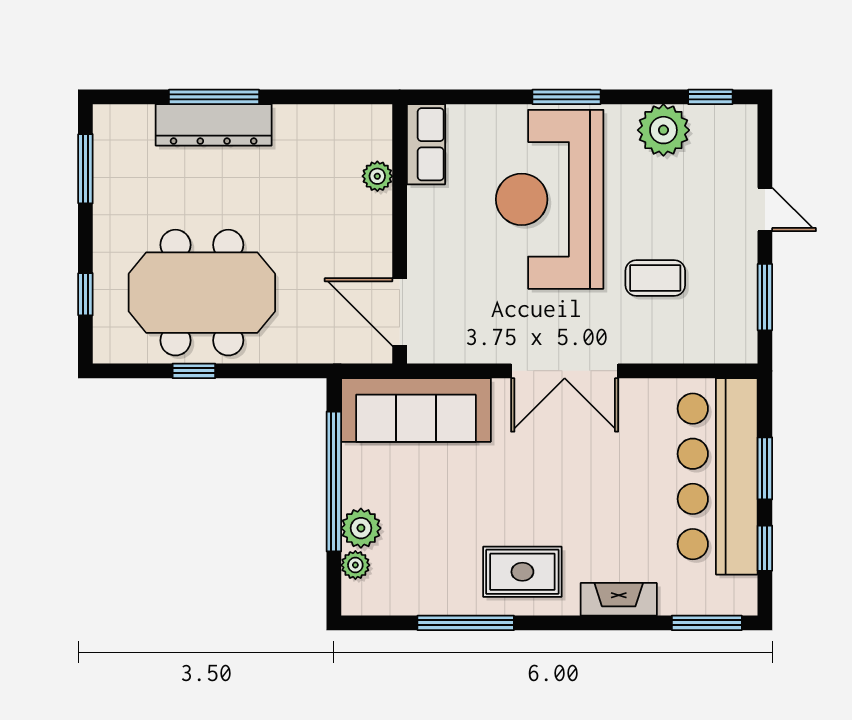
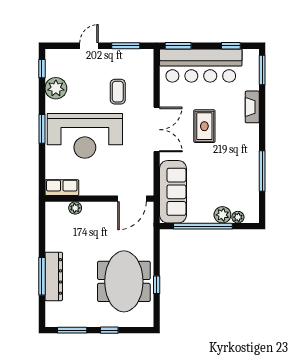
window: (85, 294) -> (109, 330), moved
window: (765, 468) -> (178, 46), moved
rug: (522, 572) -> (204, 126), moved

